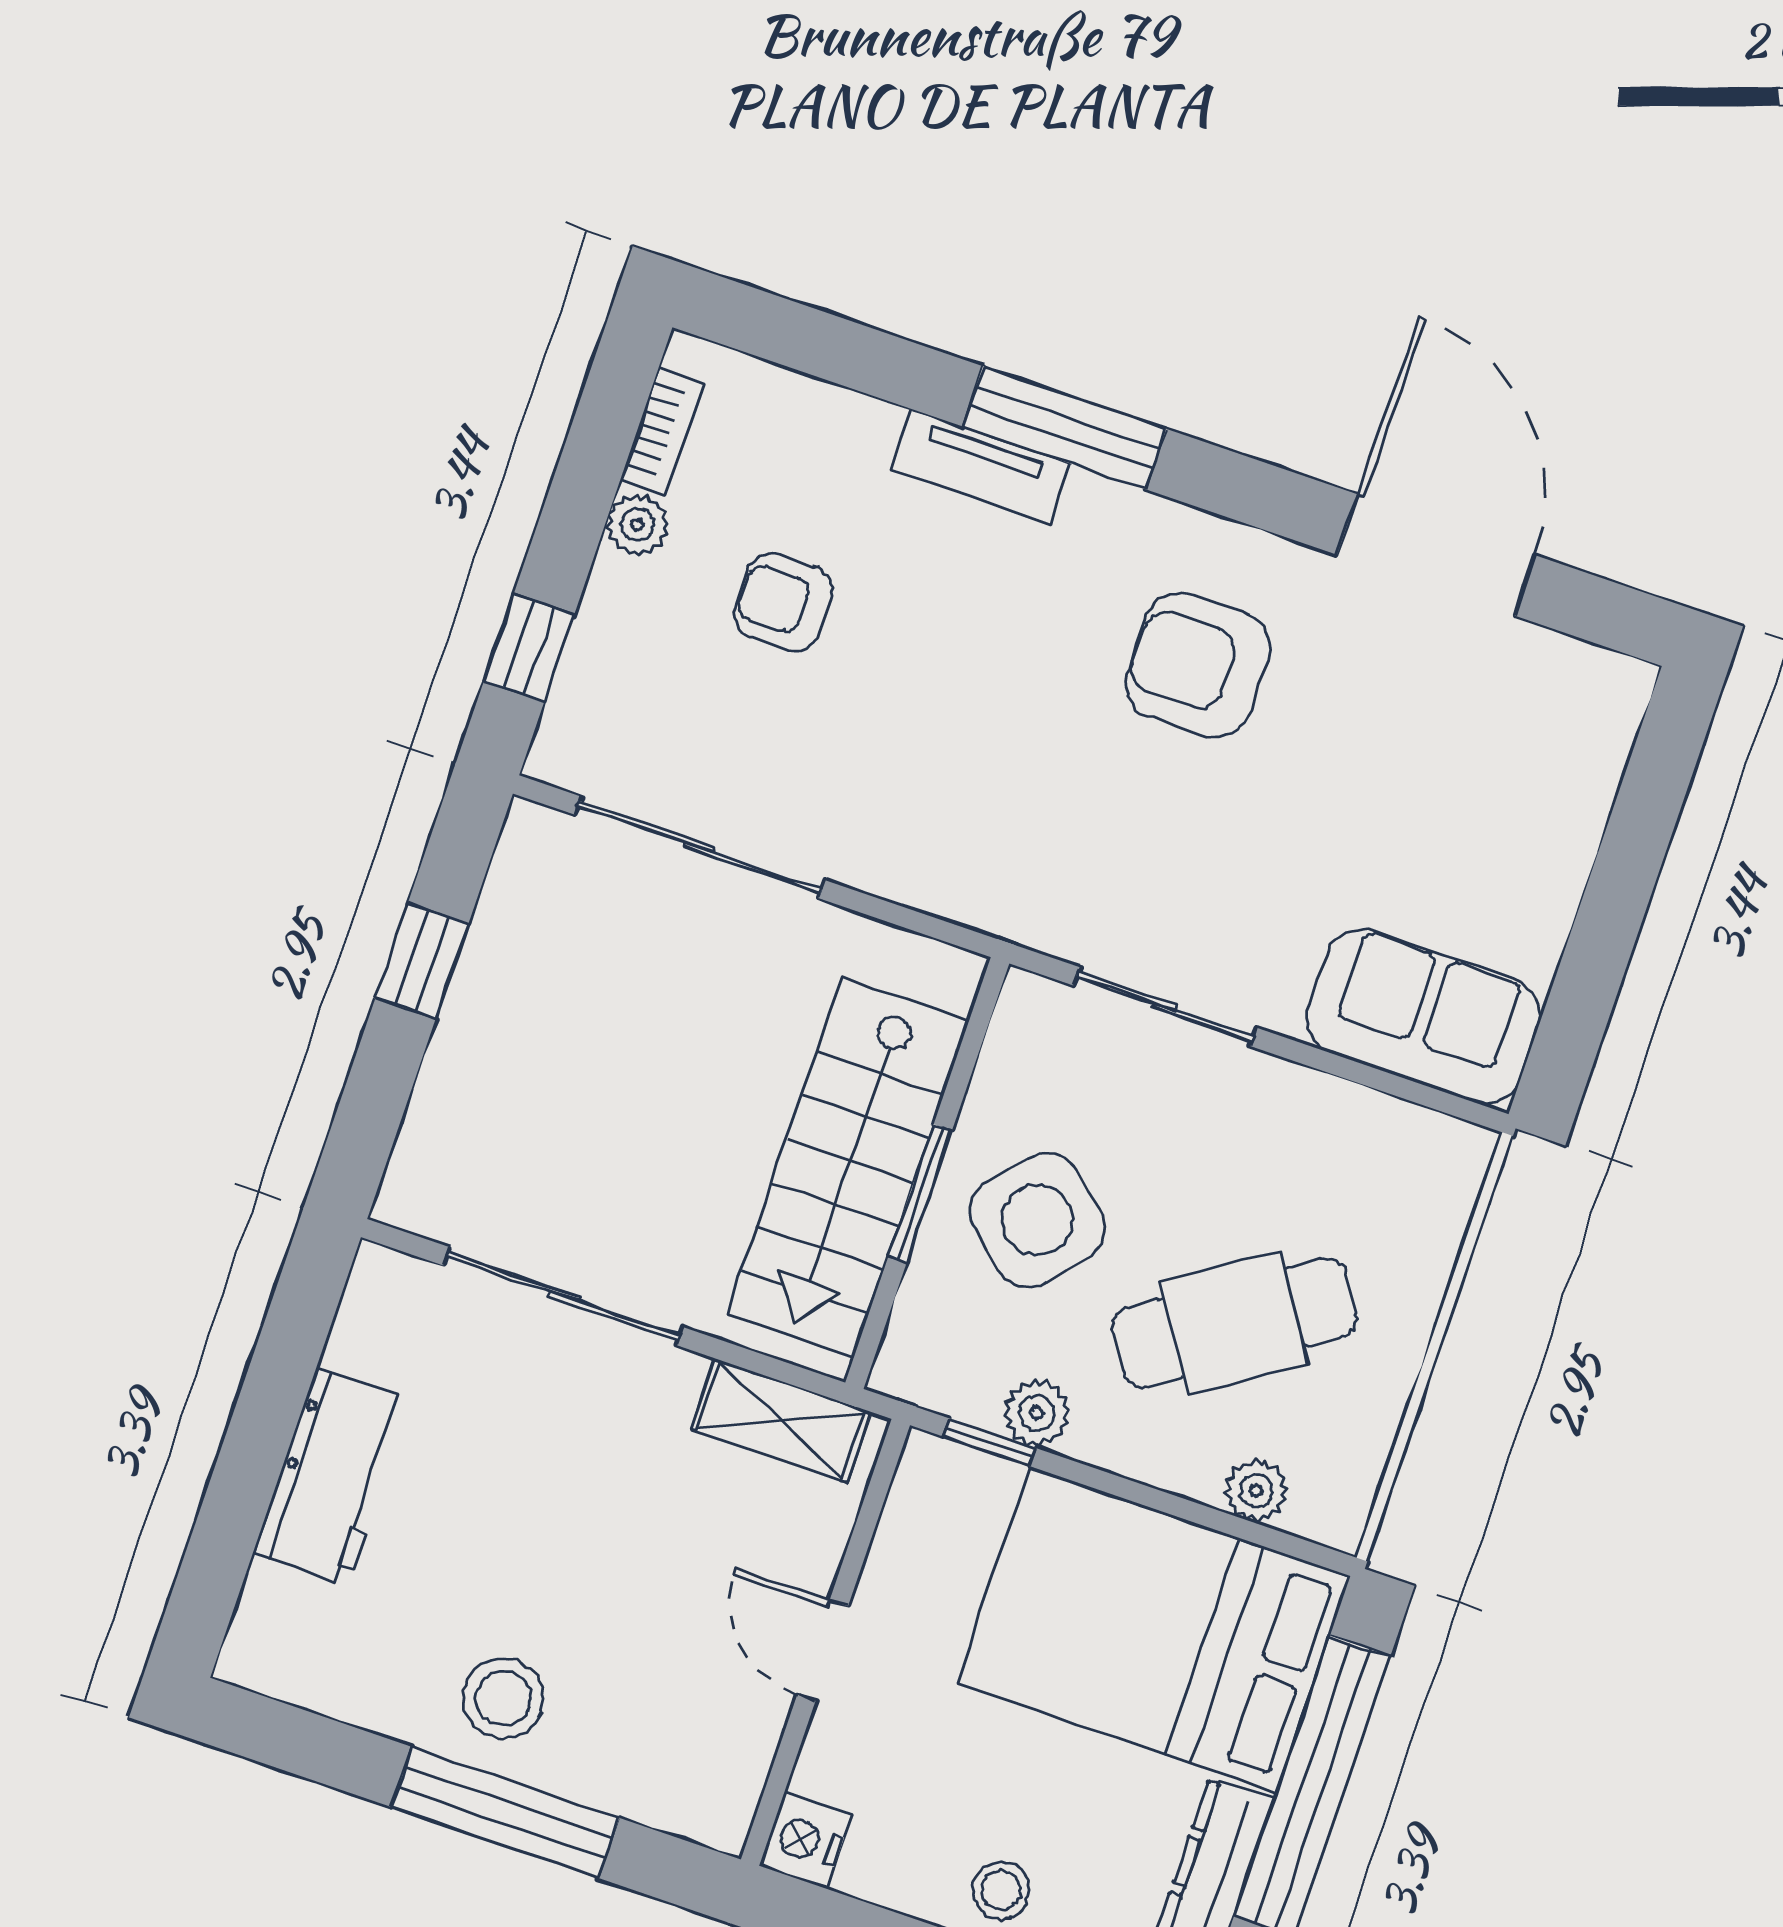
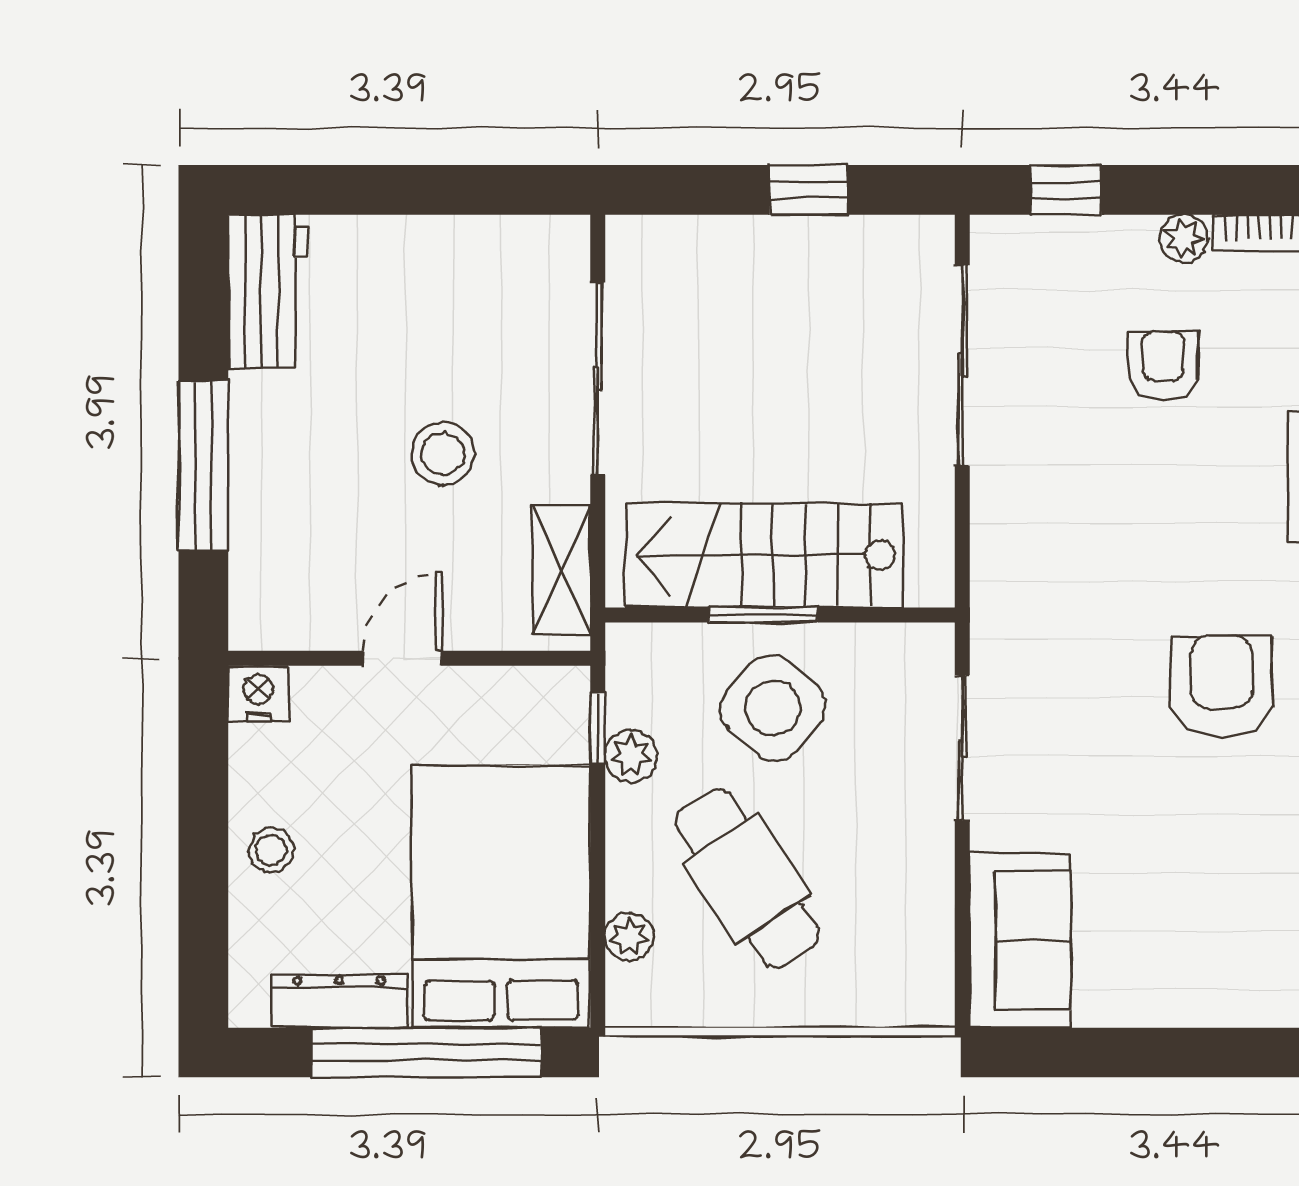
workbench: (333, 1476) -> (268, 291), moved, turned -90
stool: (503, 1698) -> (443, 454), moved

